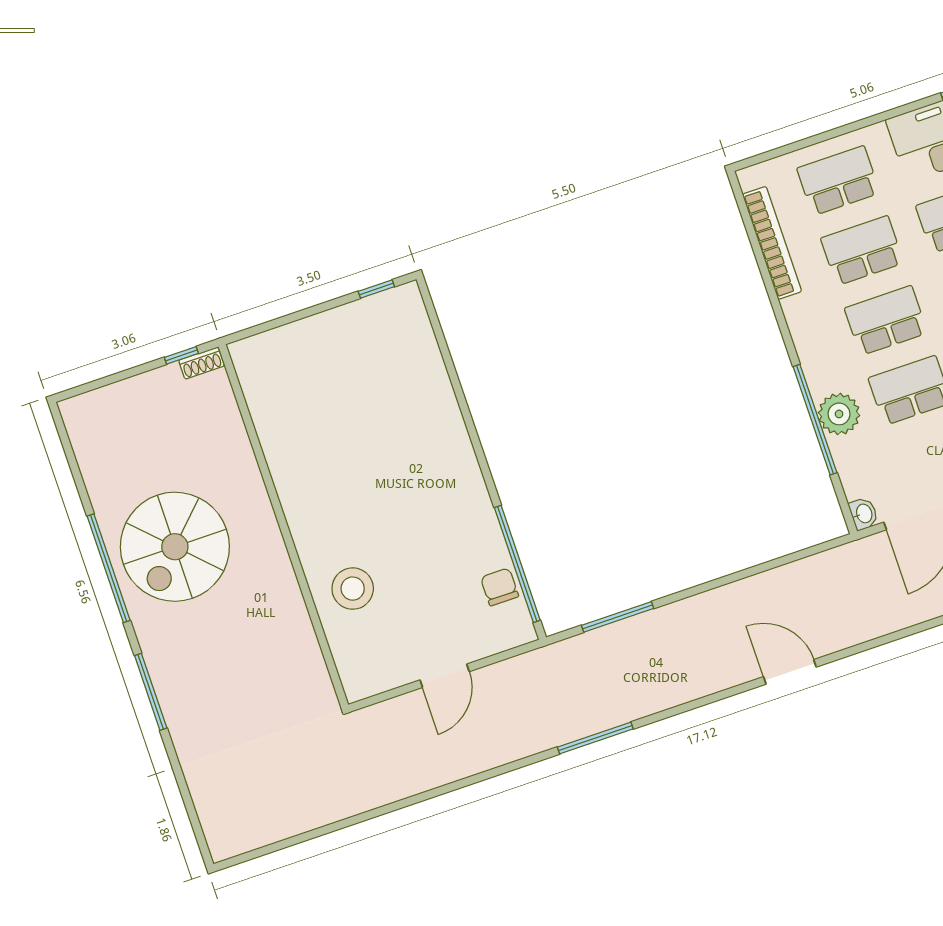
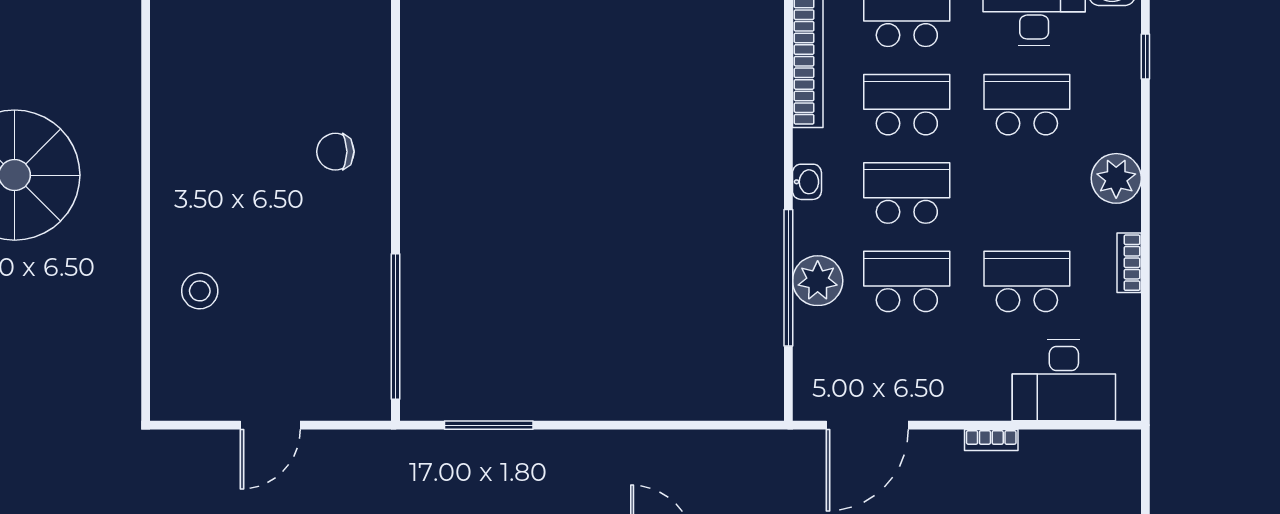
washbasin: (864, 514) -> (807, 182), moved
chair: (500, 587) -> (335, 152), moved, turned -90
stool: (353, 589) -> (200, 291), width x0.73, depth x0.73

